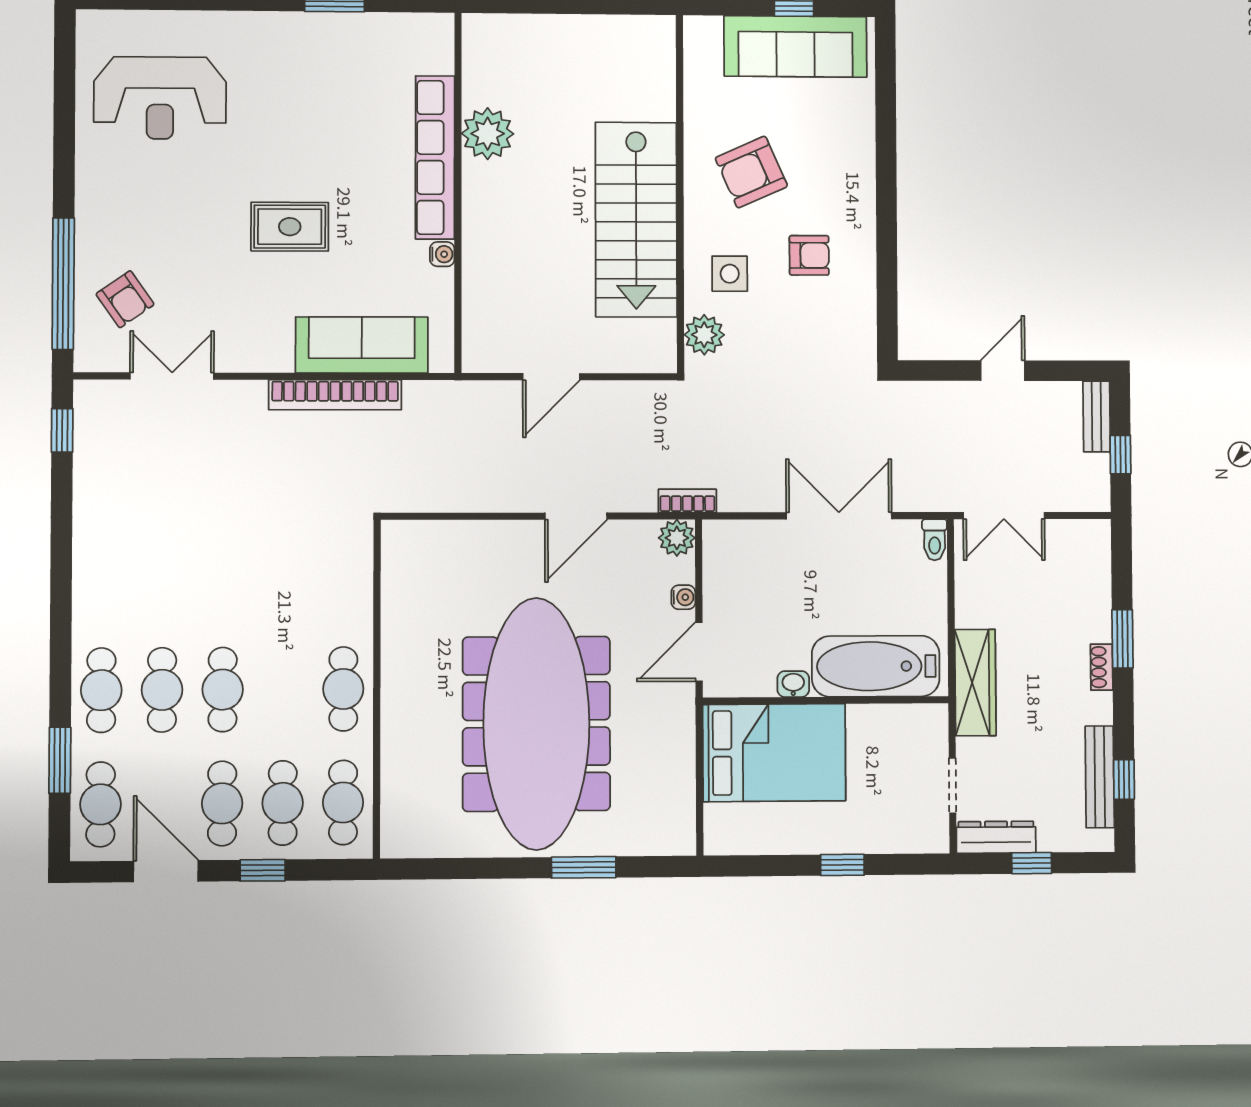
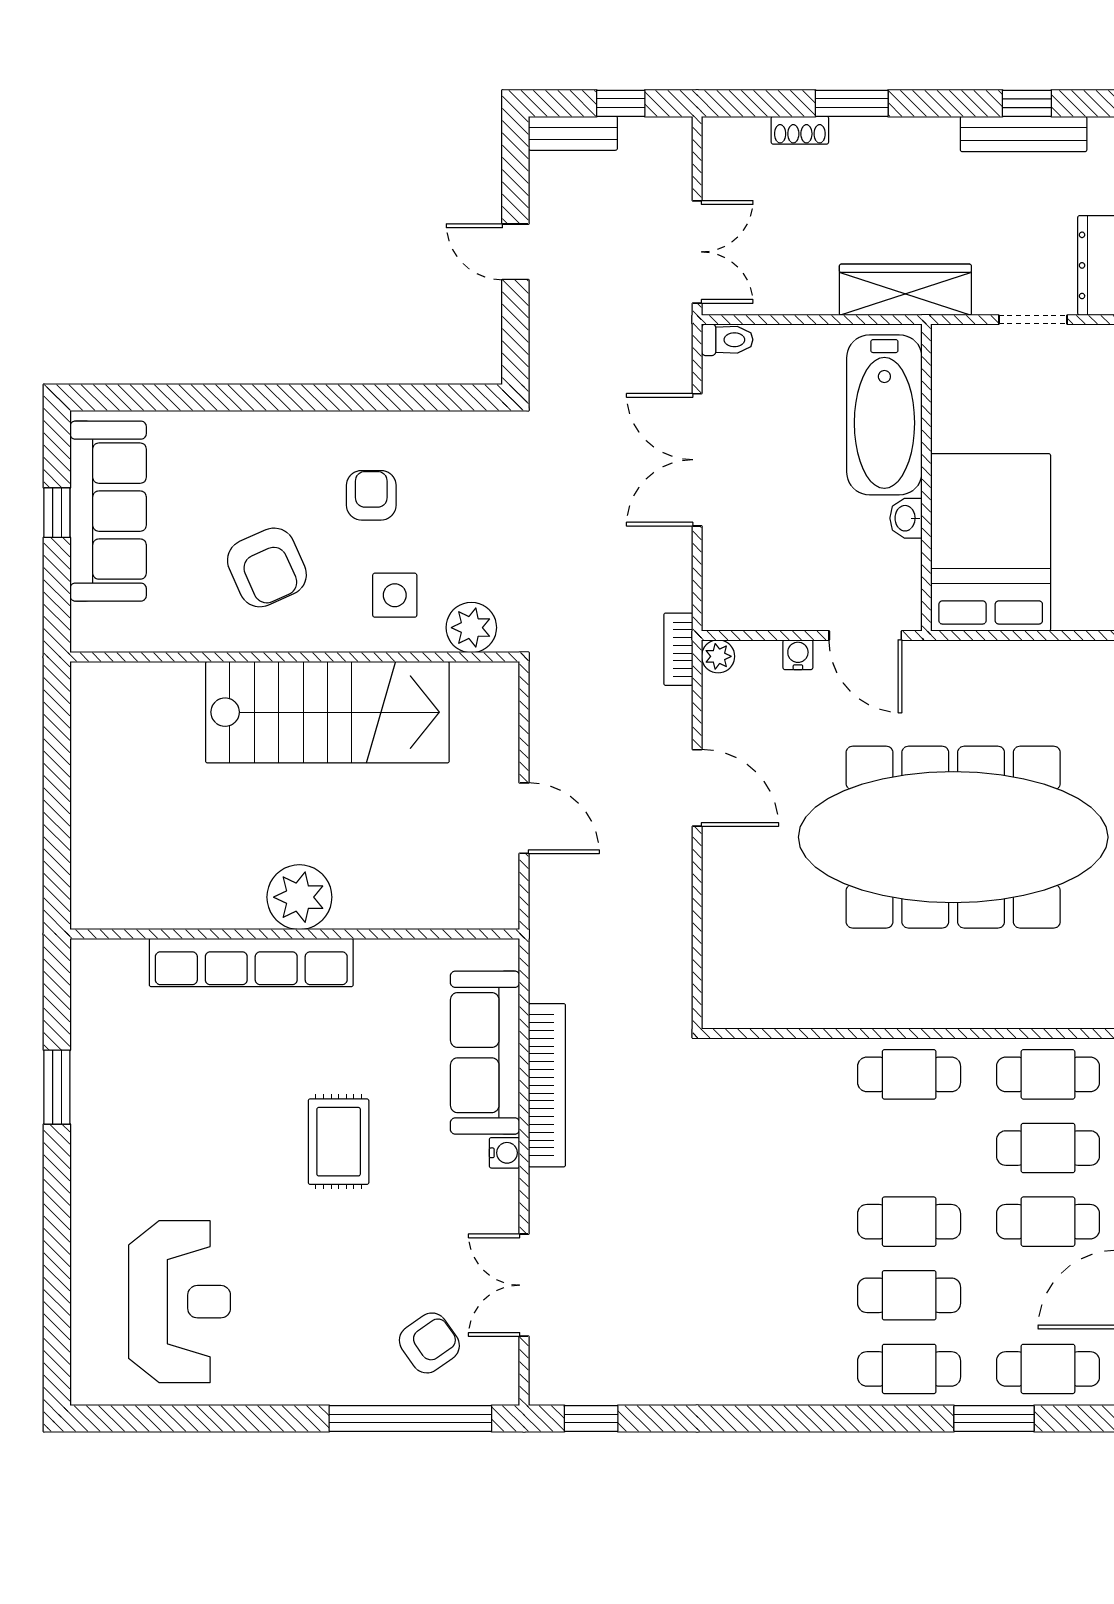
plant: (488, 134) -> (299, 897), moved
water cooler: (442, 254) -> (505, 1153), moved, turned 90
plant: (677, 538) -> (718, 656), width x0.73, depth x0.73
shoe rack: (1102, 667) -> (800, 130), moved

